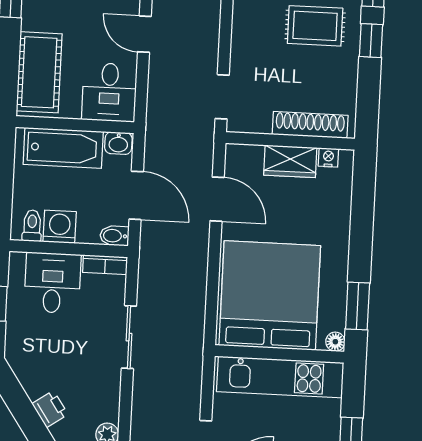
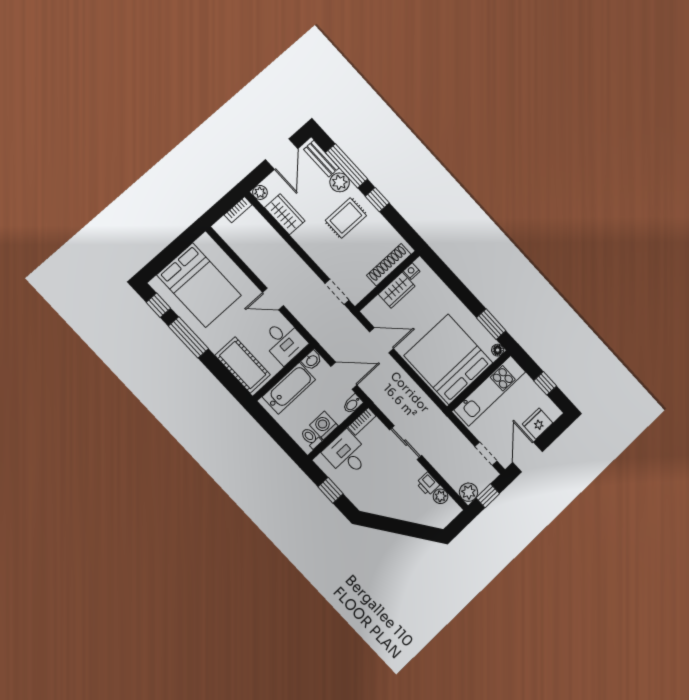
printer: (50, 409) -> (428, 484), moved, turned -146

